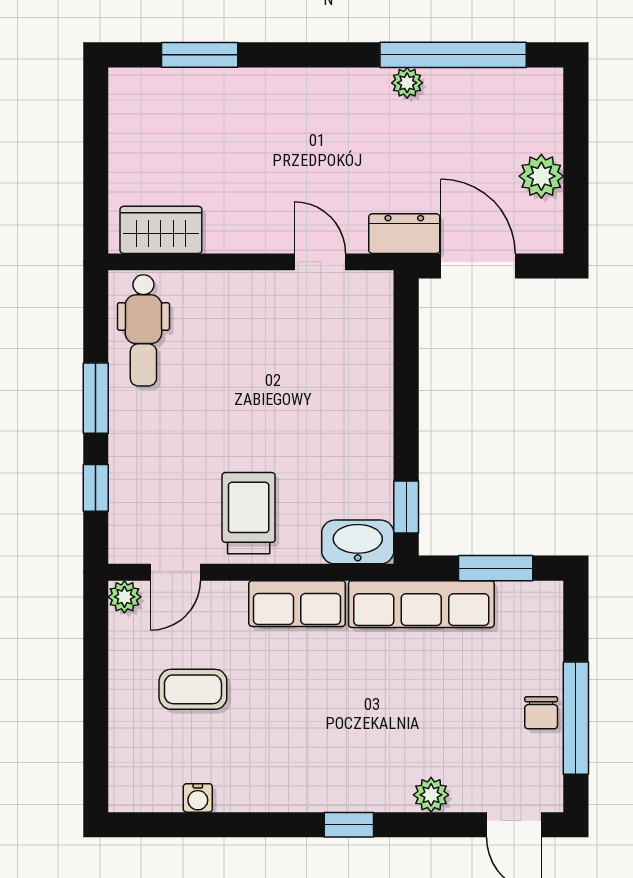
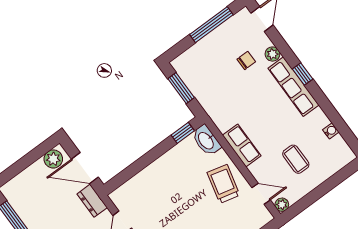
plant: (541, 176) -> (53, 159), moved
door: (478, 266) -> (85, 168), hinge flipped
trolley: (249, 513) -> (223, 184), turned 104
row of seats: (421, 604) -> (293, 87), moved, turned 180
chair: (541, 713) -> (246, 61), moved

